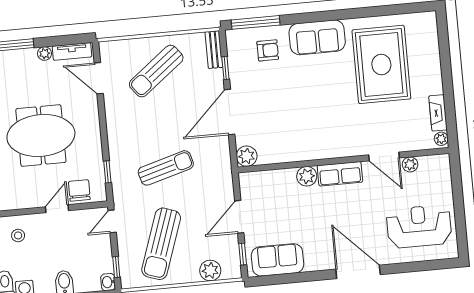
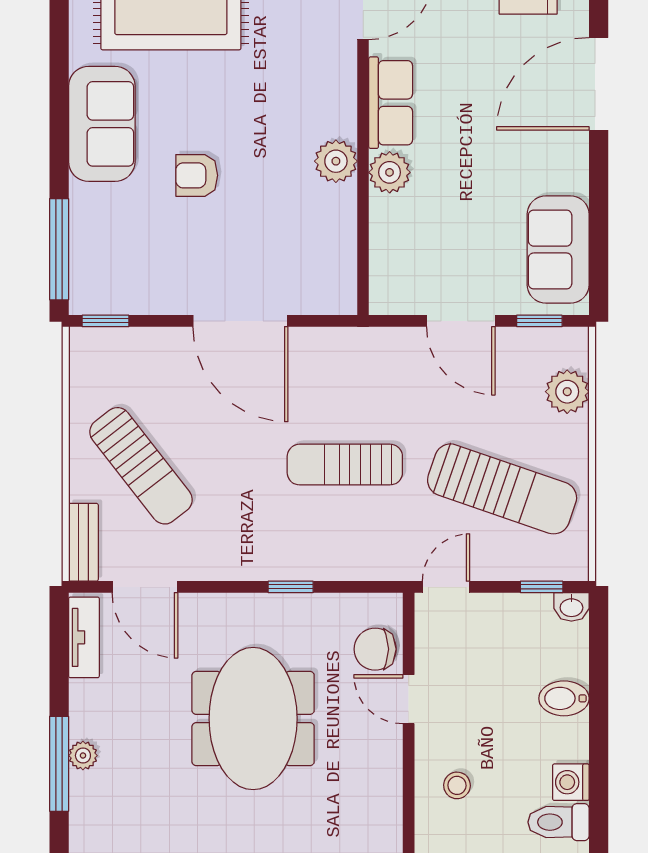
bench: (214, 50) -> (83, 542), moved, turned 90
armchair: (268, 50) -> (197, 175), moved, turned -90
plant: (45, 54) -> (83, 756), moved
window: (225, 68) -> (105, 321), moved
door: (99, 78) -> (145, 587), hinge flipped
plant: (247, 156) -> (336, 161), moved
sun lounger: (166, 168) -> (345, 465), turned -74
window: (107, 172) -> (291, 587), moved
door: (112, 221) -> (446, 587), swing flipped

